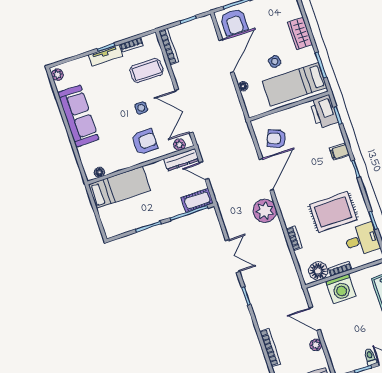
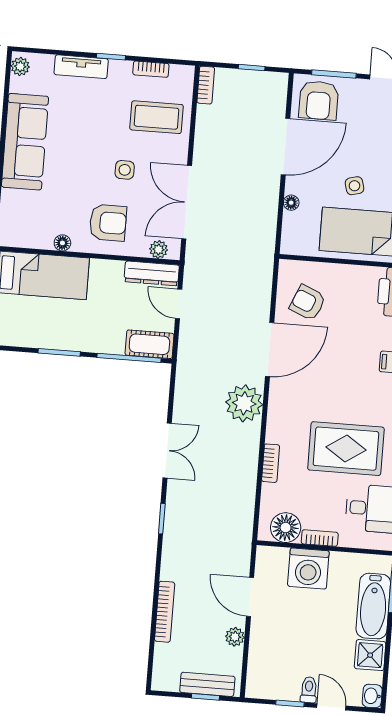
bookcase: (169, 47) -> (206, 85), width x0.64
tv unit: (106, 55) -> (81, 67), moved
floor lamp: (99, 172) -> (62, 243), moved

